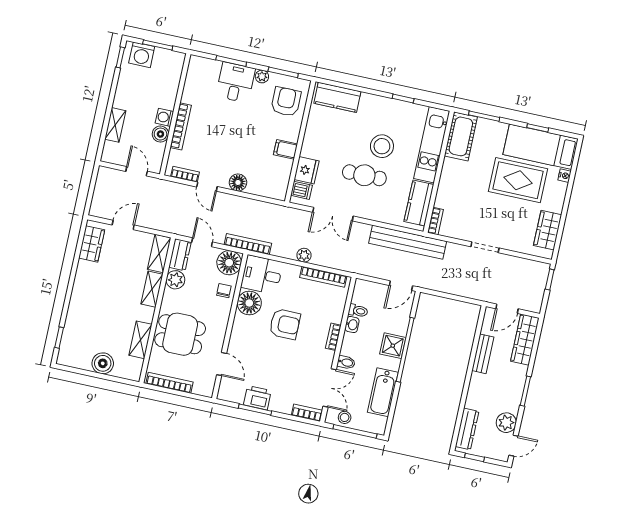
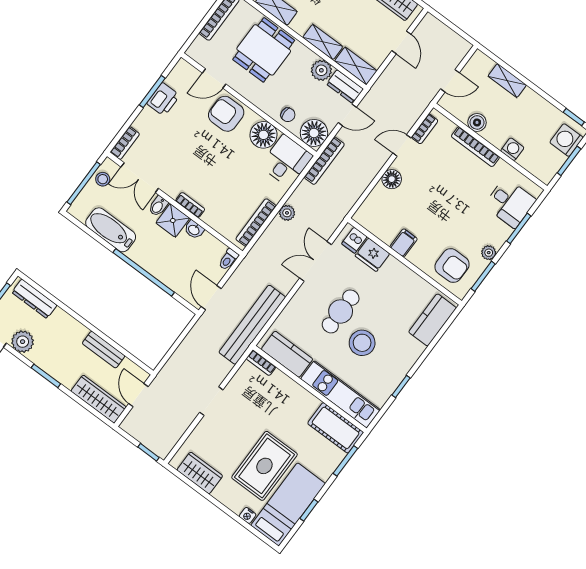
desk: (236, 82) -> (510, 203), moved
washing machine: (164, 117) -> (512, 149), moved
toilet: (358, 311) -> (228, 259), moved
armchair: (285, 324) -> (226, 114), moved, turned 90
shower: (393, 346) -> (173, 220), moved

